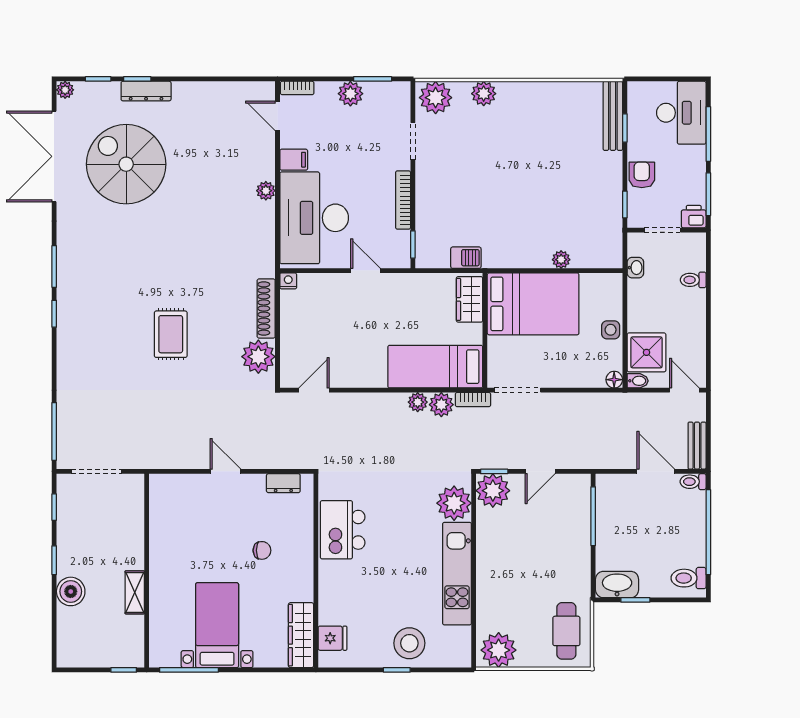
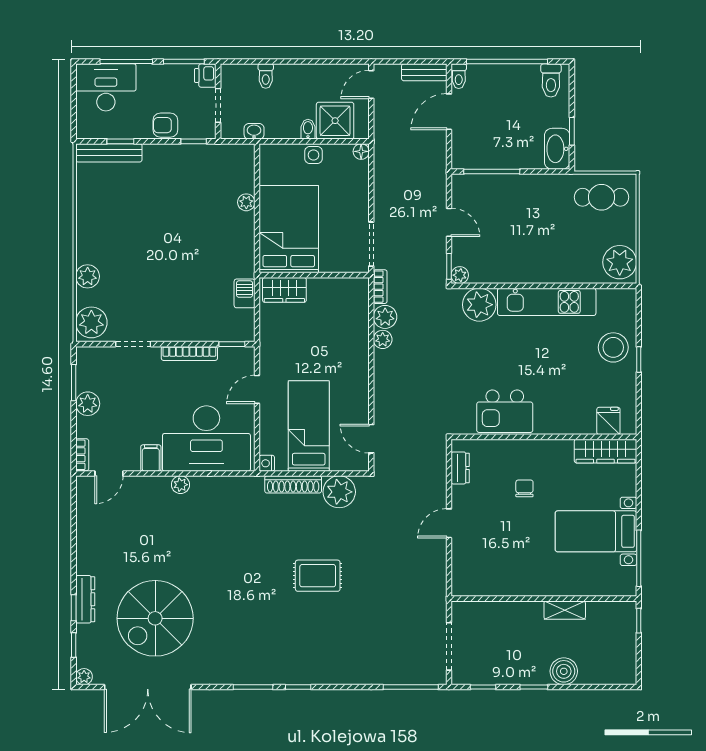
bed: (435, 367) -> (309, 426), moved, turned 180
bidet: (638, 381) -> (308, 129), moved
plant: (493, 491) -> (460, 275), width x0.53, depth x0.53

